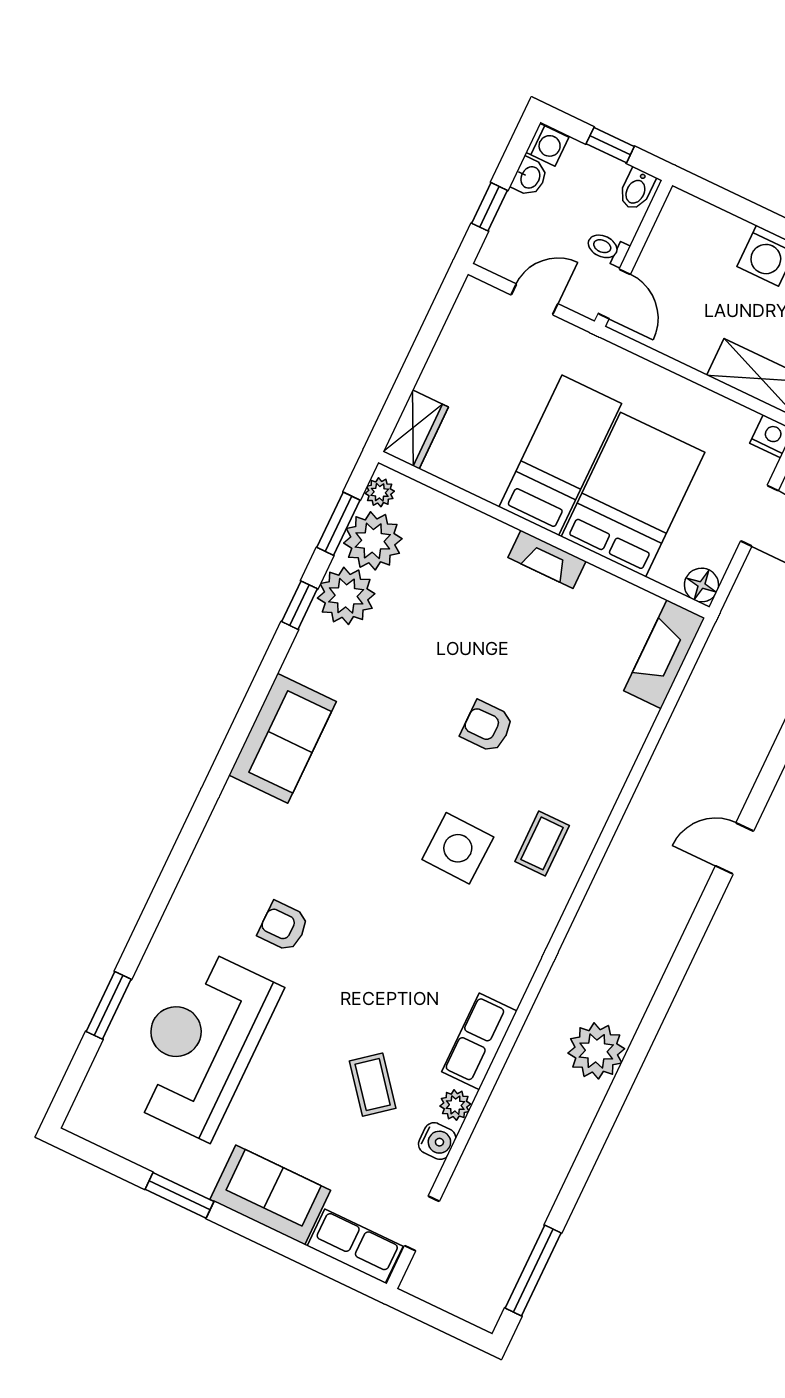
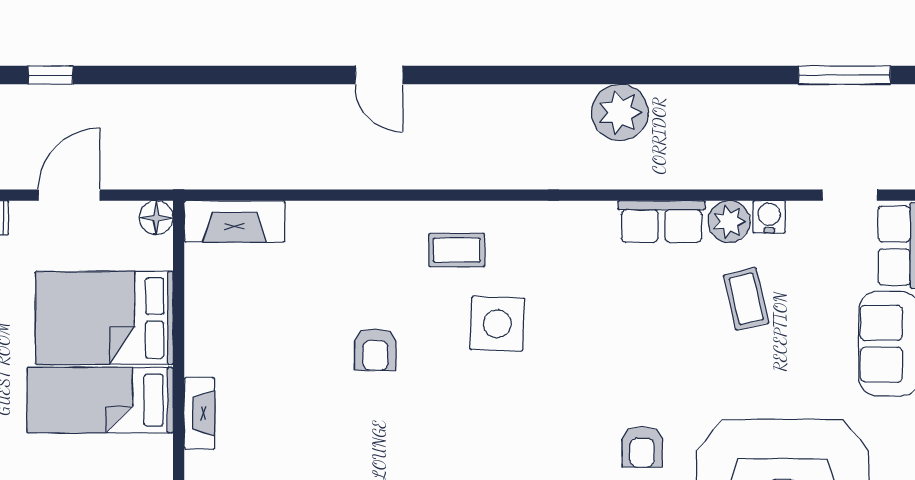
fireplace: (547, 559) -> (199, 413), moved
coffee table: (373, 1085) -> (746, 299), turned -64
plant: (455, 1105) -> (729, 222), width x1.38, depth x1.38

